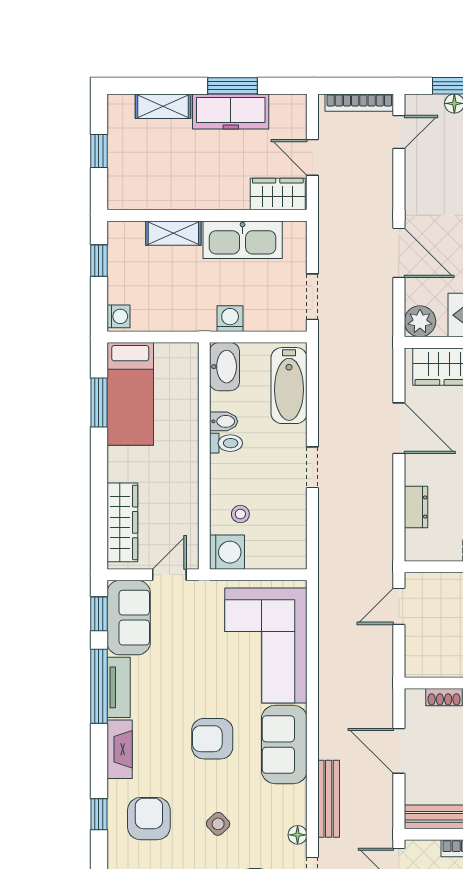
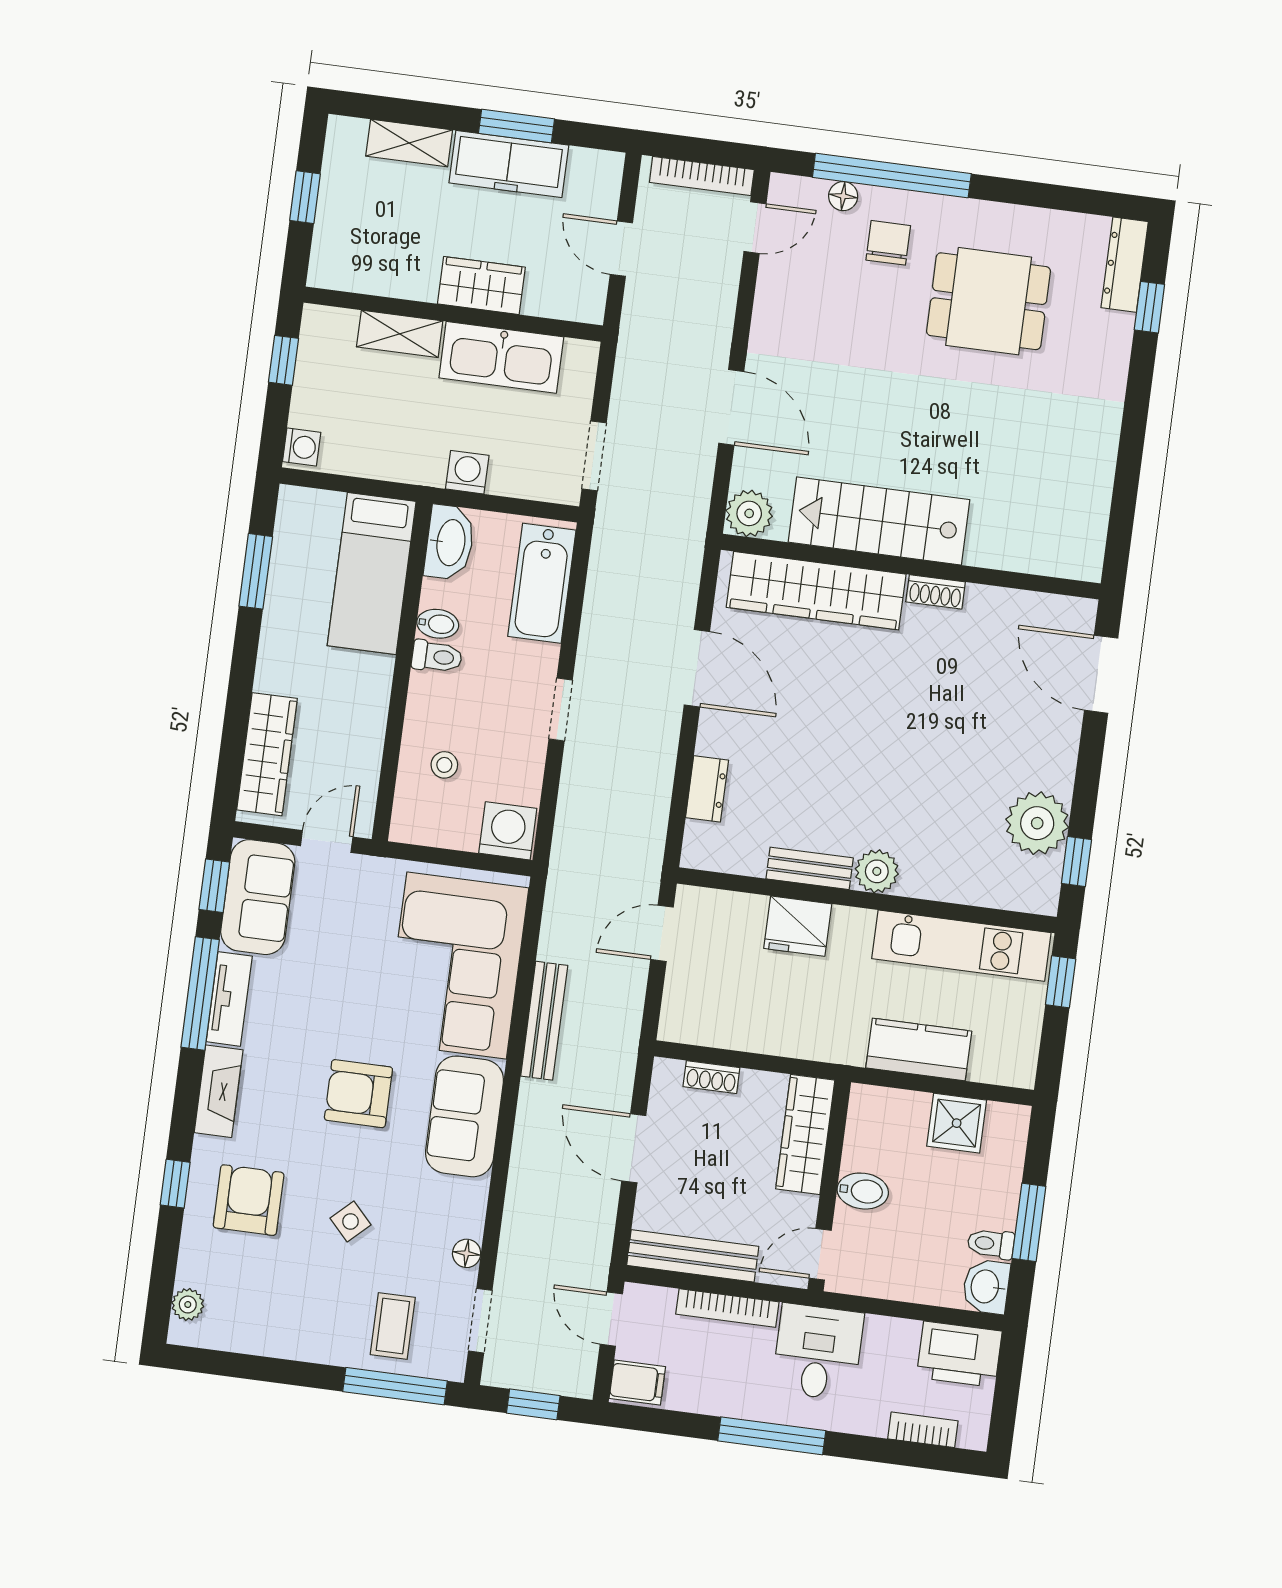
wardrobe: (278, 194) -> (481, 286), moved
bed: (130, 394) -> (372, 574), moved
washing machine: (227, 552) -> (508, 831), moved, turned -90
bench: (329, 799) -> (544, 1021), moved

